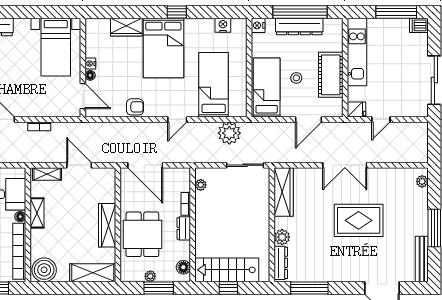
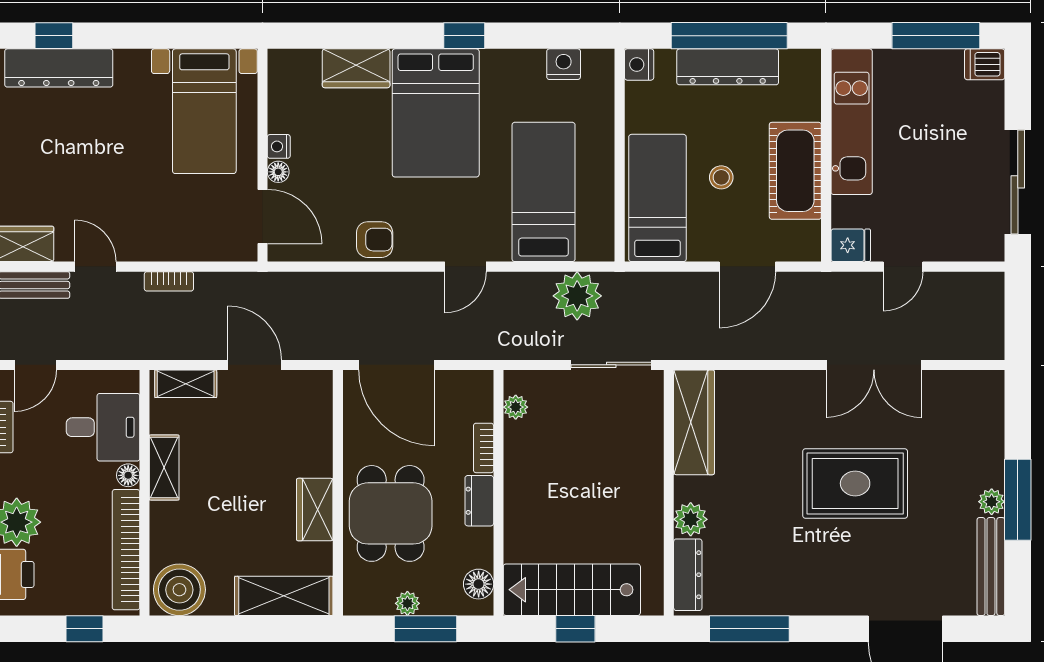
double door: (345, 165) -> (874, 365), moved
plant: (422, 181) -> (992, 502), moved
wardrobe: (107, 225) -> (315, 510), width x0.67

